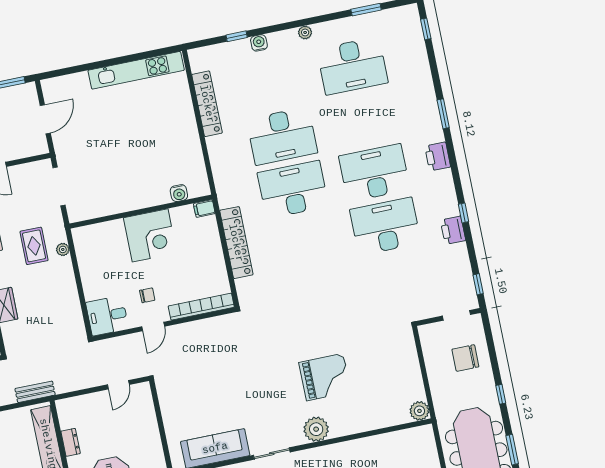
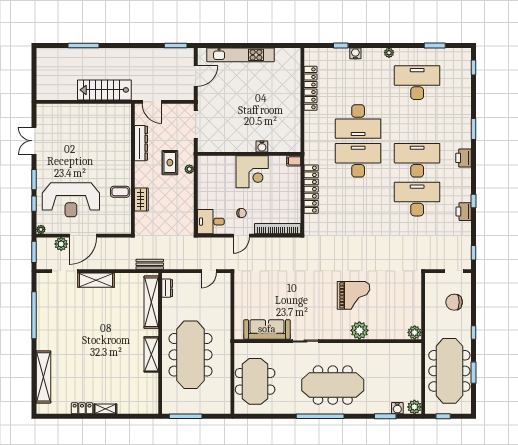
desk: (352, 66) -> (417, 83), turned 180
kitchen unit: (136, 70) -> (241, 55), moved
water cooler: (179, 193) -> (262, 146), moved
plant: (316, 429) -> (359, 330), moved
dresser: (71, 442) -> (167, 288), moved

